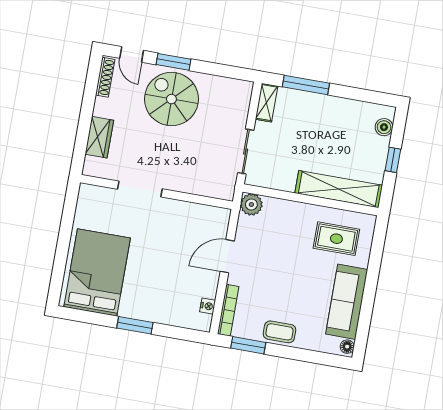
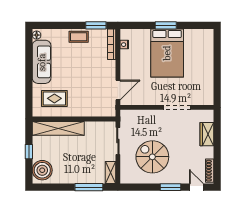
spiral stairs: (171, 99) -> (152, 157), moved, turned 180
boiler: (384, 127) -> (42, 170), width x1.86, depth x1.86
plant: (251, 204) -> (109, 110), removed
door: (227, 256) -> (118, 90), moved
bed: (97, 272) -> (167, 53), moved

